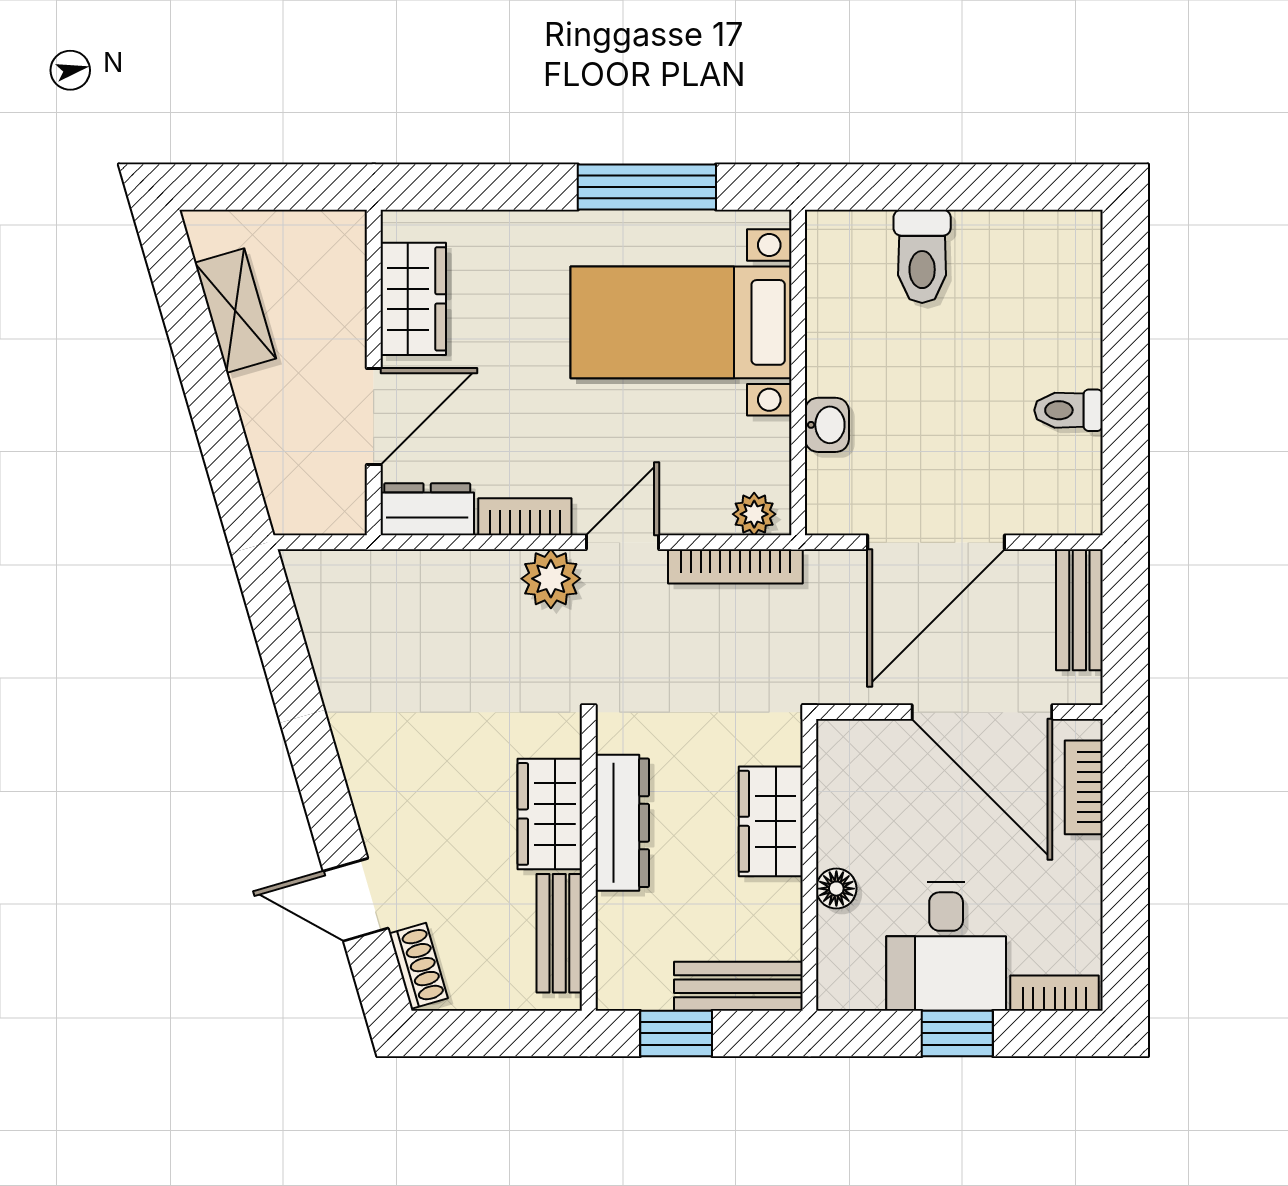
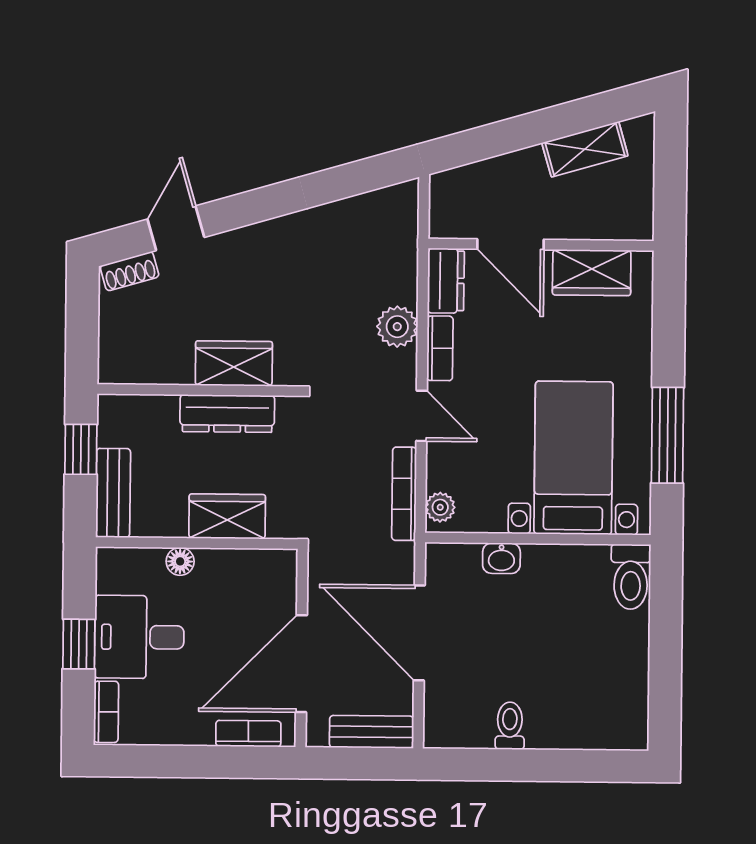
toilet: (922, 256) -> (631, 577), moved, turned -90
plant: (551, 579) -> (397, 327), moved
bench: (559, 933) -> (151, 369), removed

